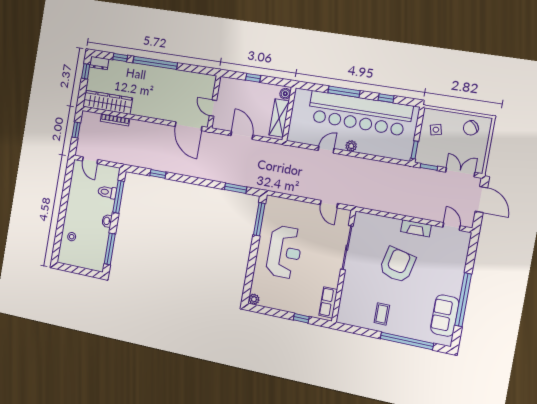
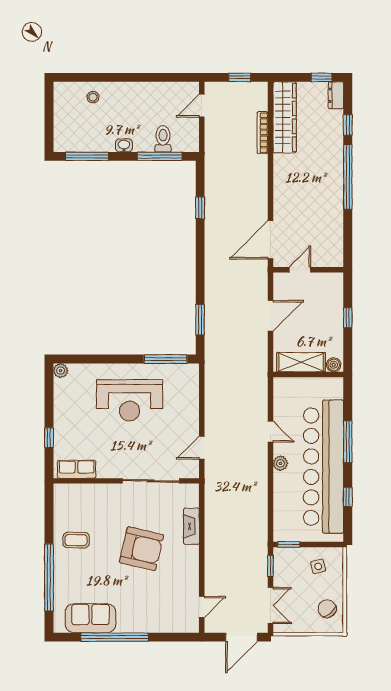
fireplace: (416, 228) -> (191, 526), moved

